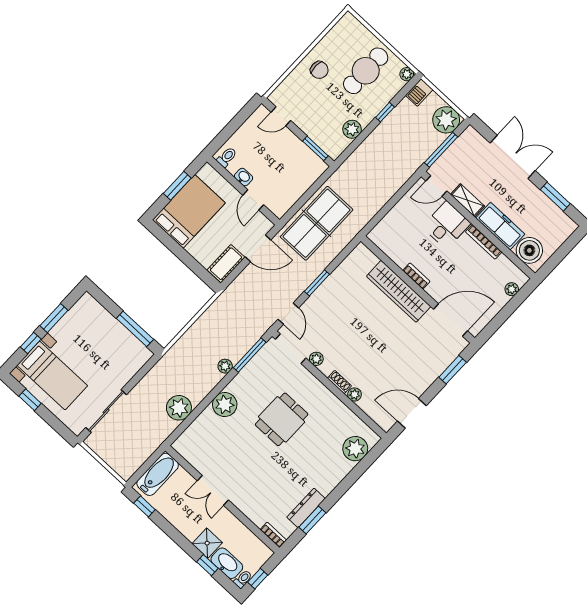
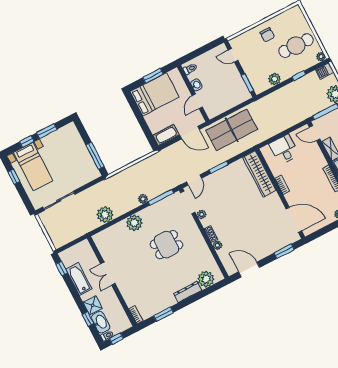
desk: (446, 225) -> (284, 149), moved, turned -90
wardrobe: (399, 291) -> (259, 174), moved
bathtub: (158, 474) -> (79, 279), moved, turned -90
dresser: (306, 508) -> (188, 292), moved

